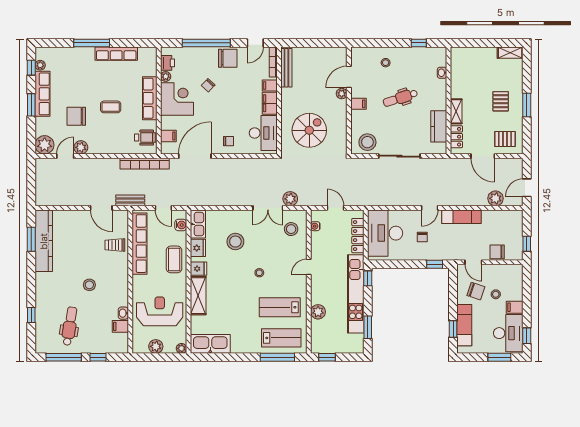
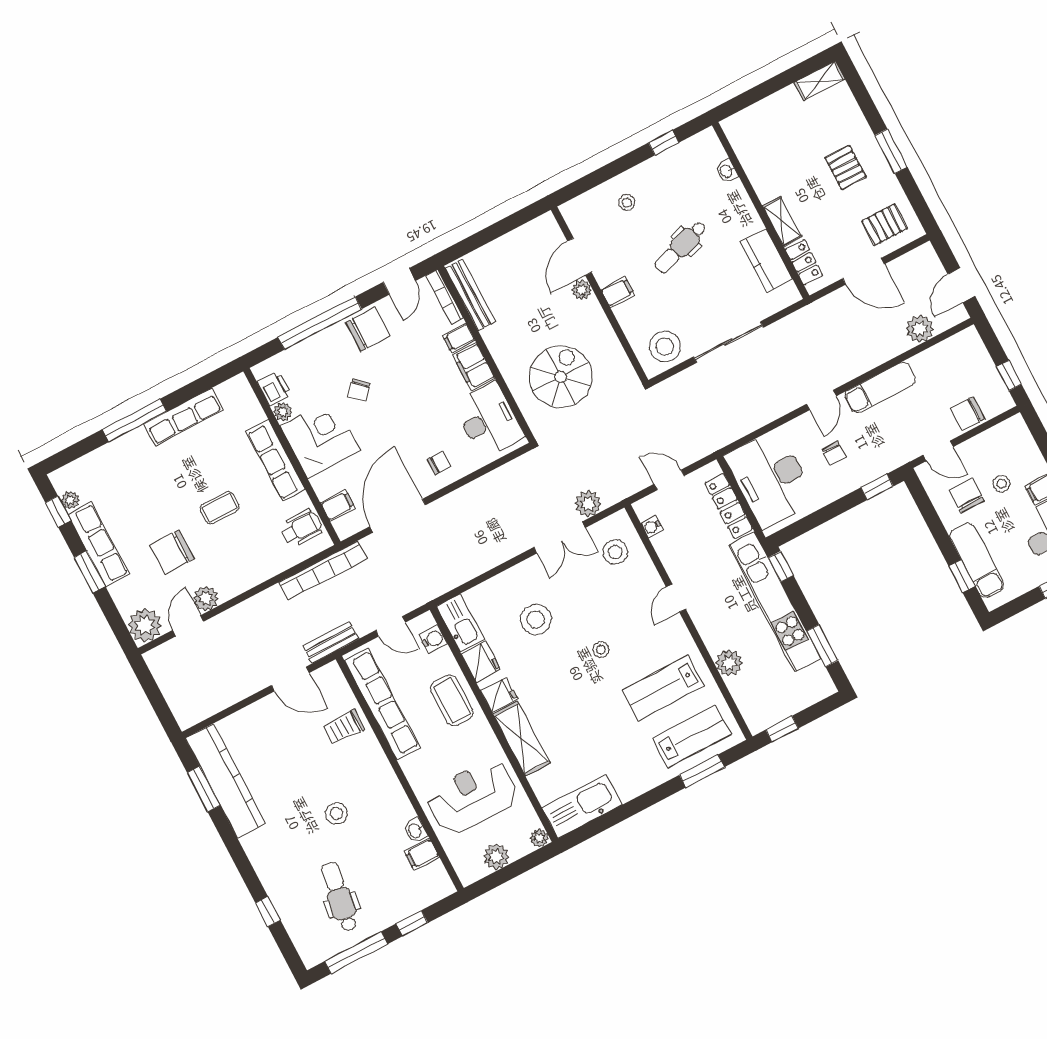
chair: (476, 291) -> (967, 495), turned -109
window: (277, 357) -> (702, 771), width x0.69

